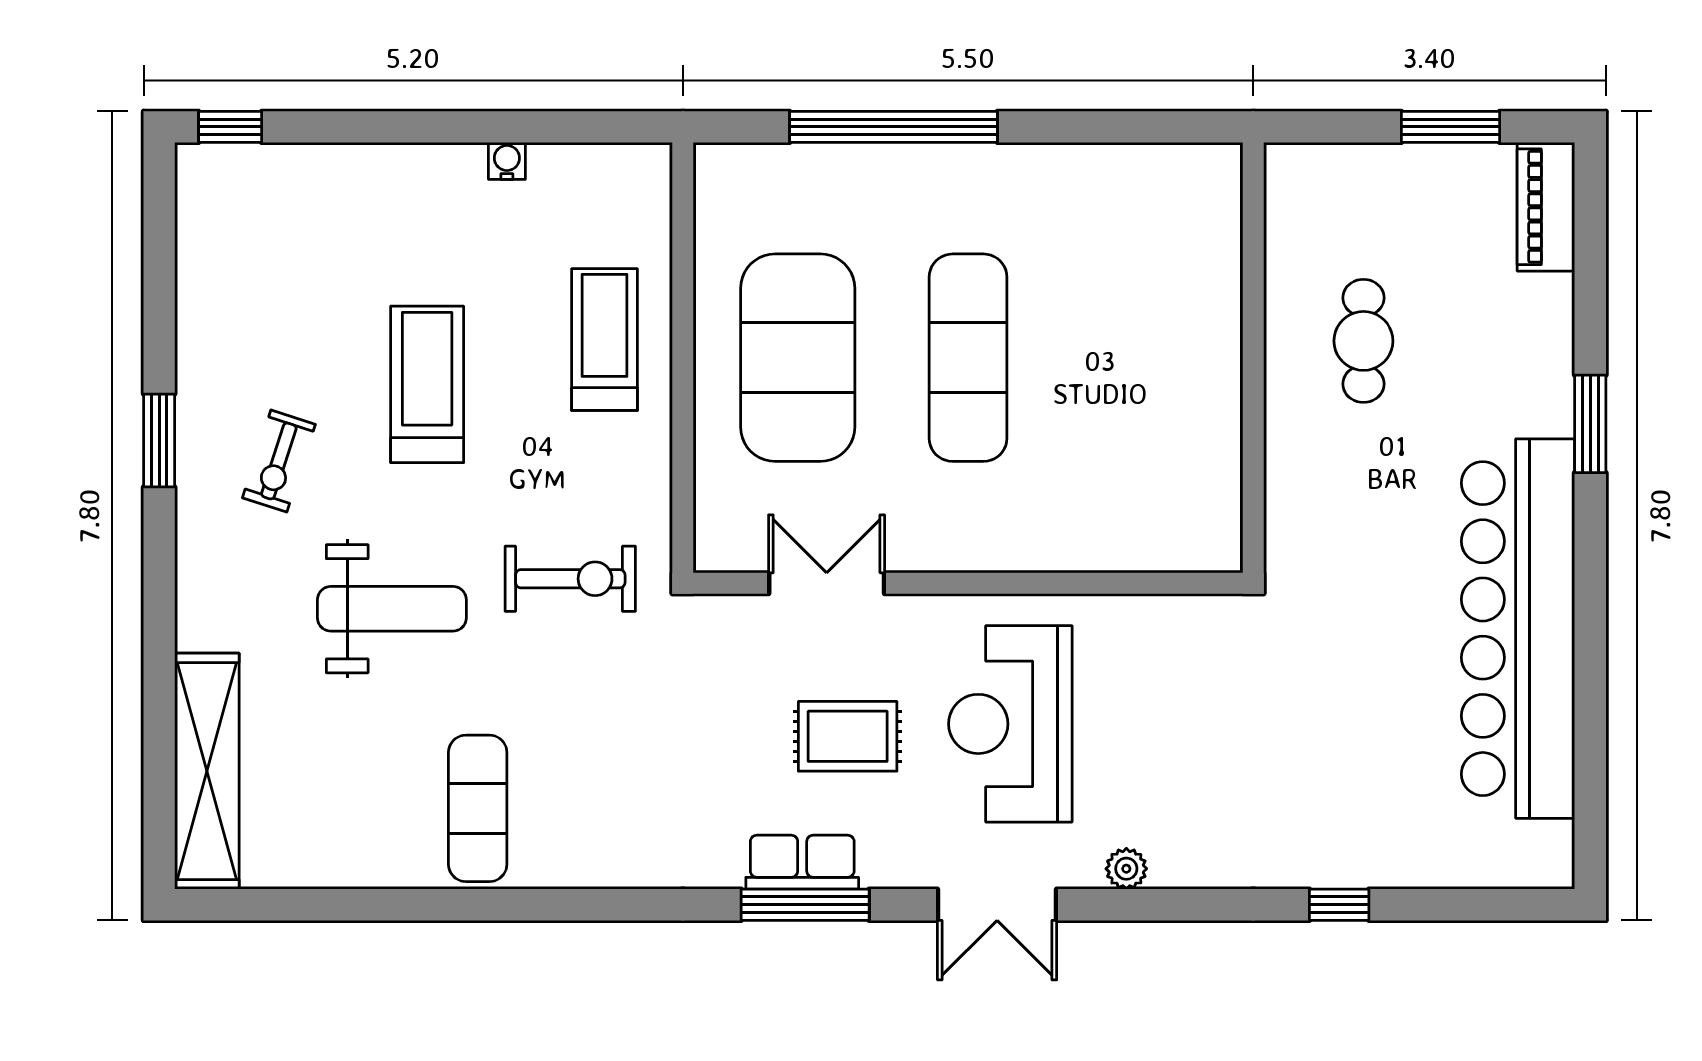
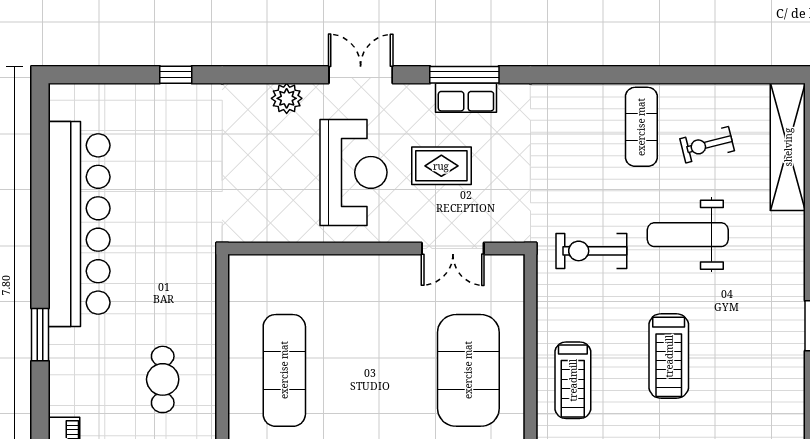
exercise mat: (968, 358) -> (284, 370), moved
exercise bike: (279, 461) -> (707, 145), moved, turned -122
plant: (1126, 869) -> (287, 98), width x1.38, depth x1.38

